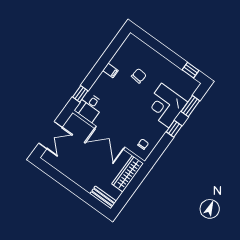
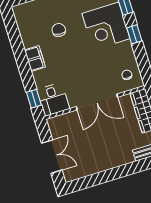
filing cabinet: (110, 70) -> (35, 58), width x2.00

